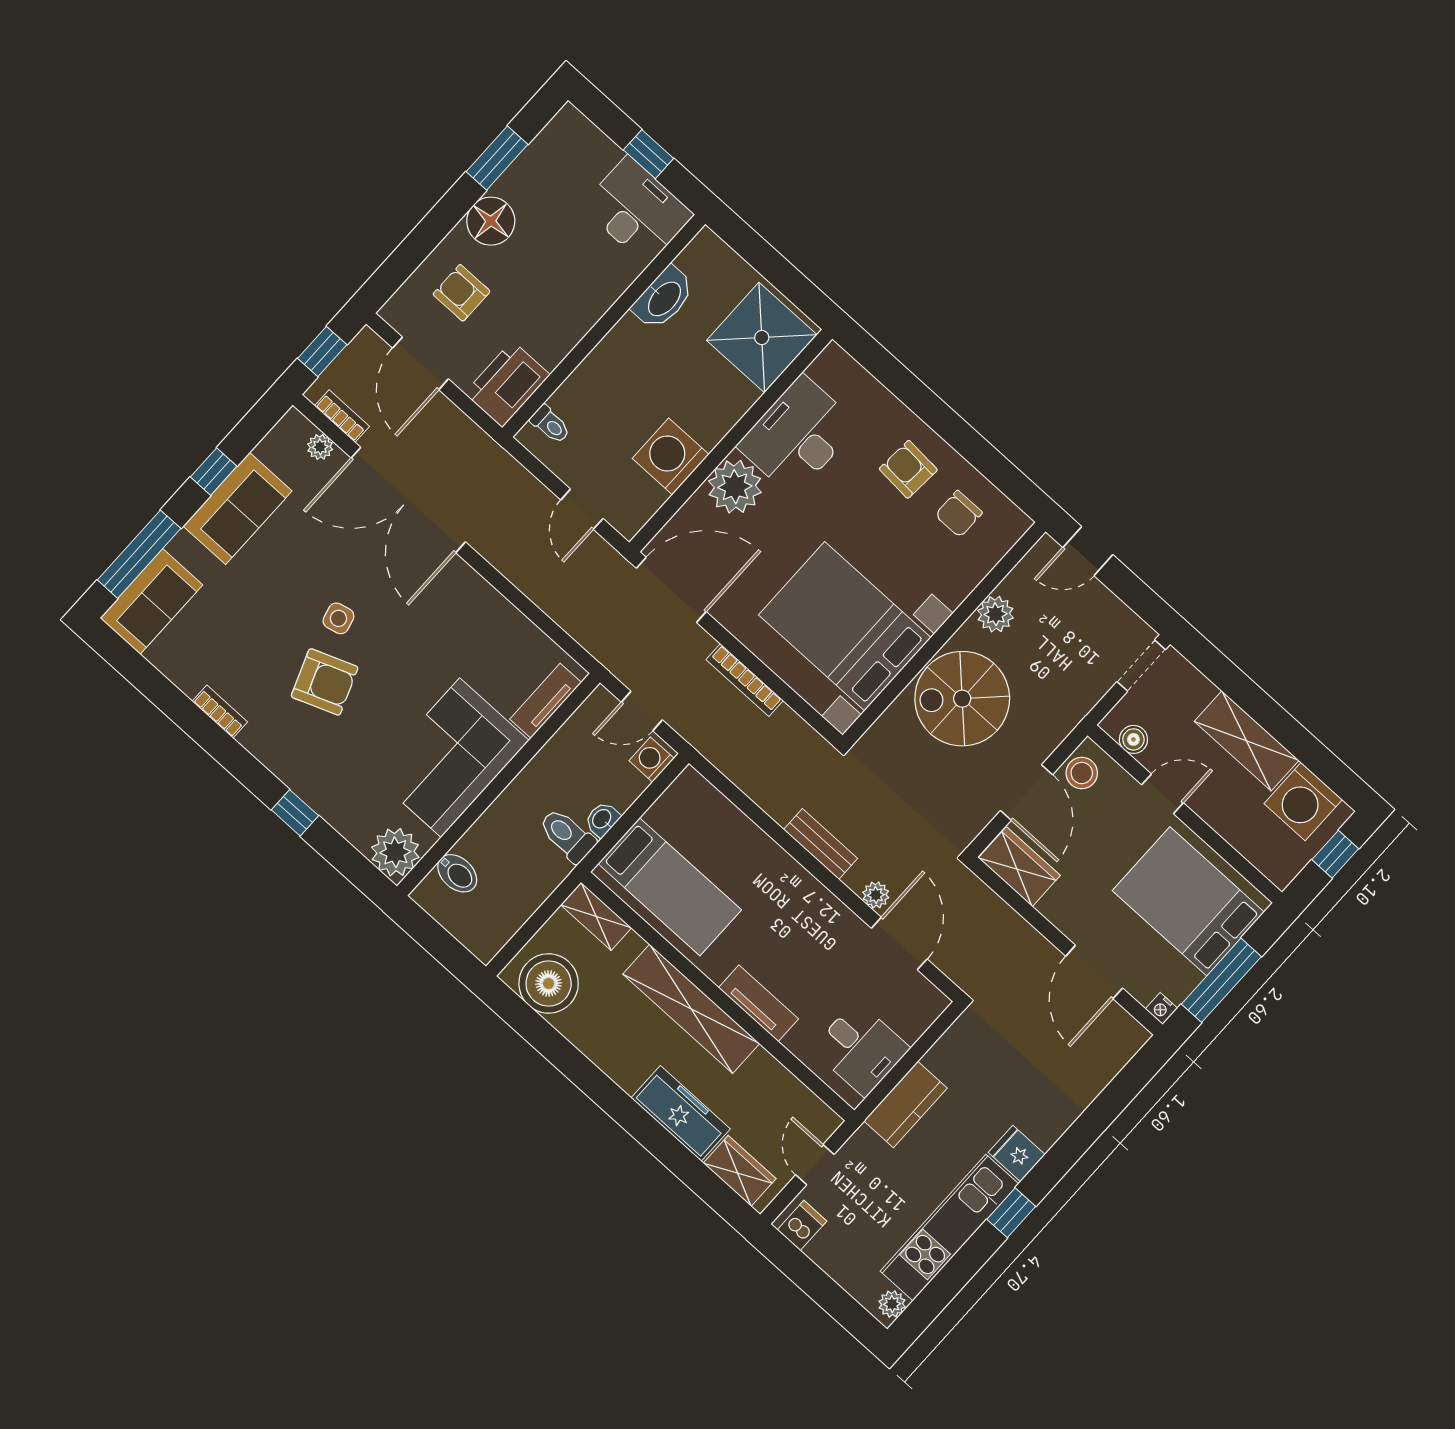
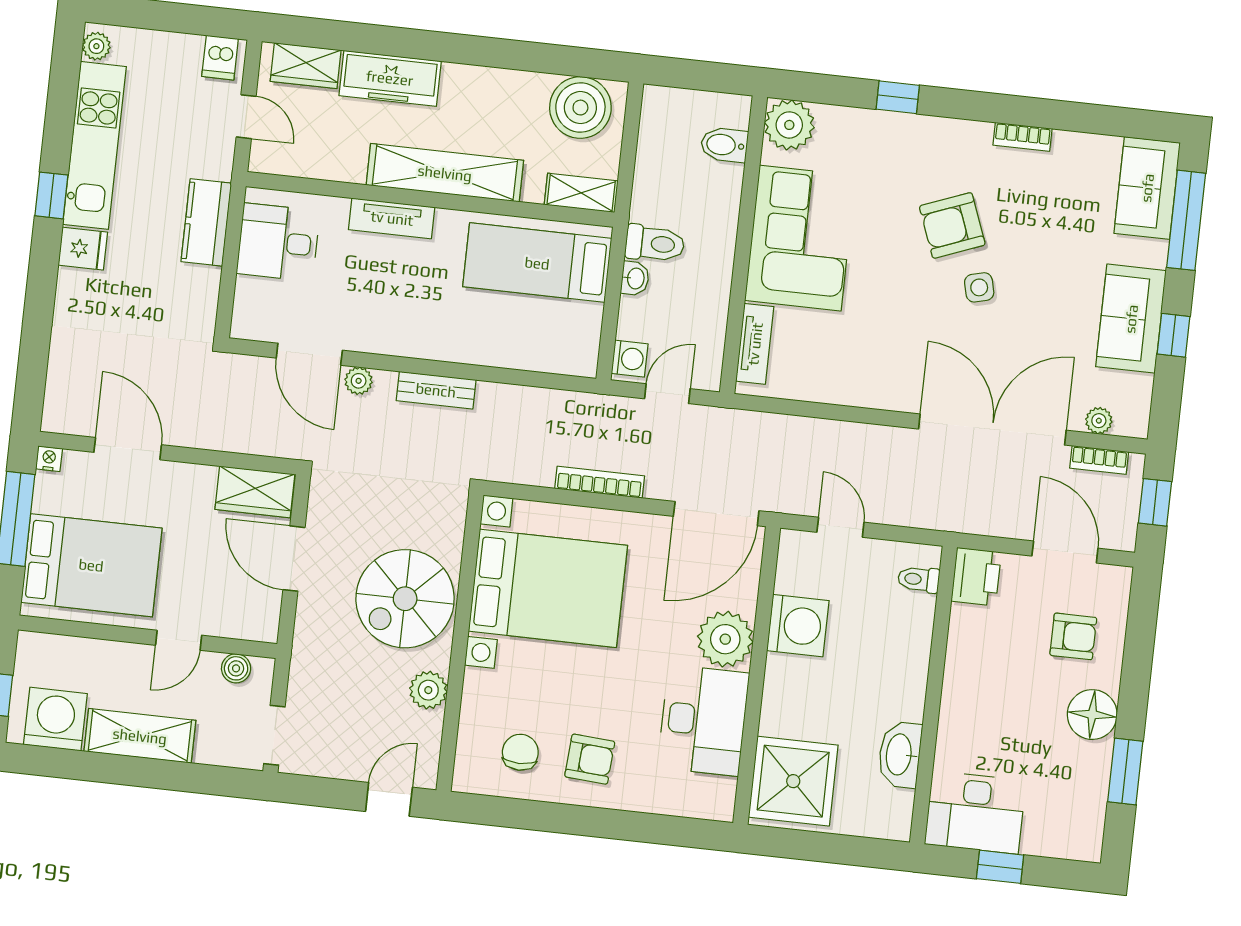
printer: (507, 384) -> (976, 577), width x0.73, depth x0.84
spiral stairs: (962, 699) -> (405, 599), turned 180
stool: (1082, 773) -> (259, 609), removed

